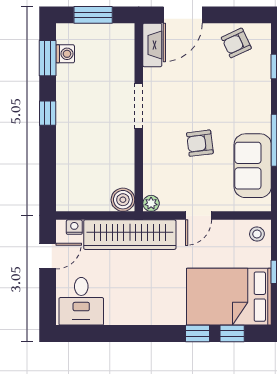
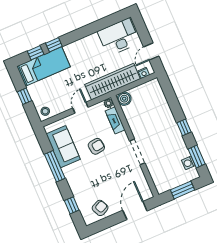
fireplace: (152, 45) -> (115, 120), moved
bed: (229, 297) -> (44, 66), width x0.67
desk: (81, 301) -> (119, 37), width x1.37

